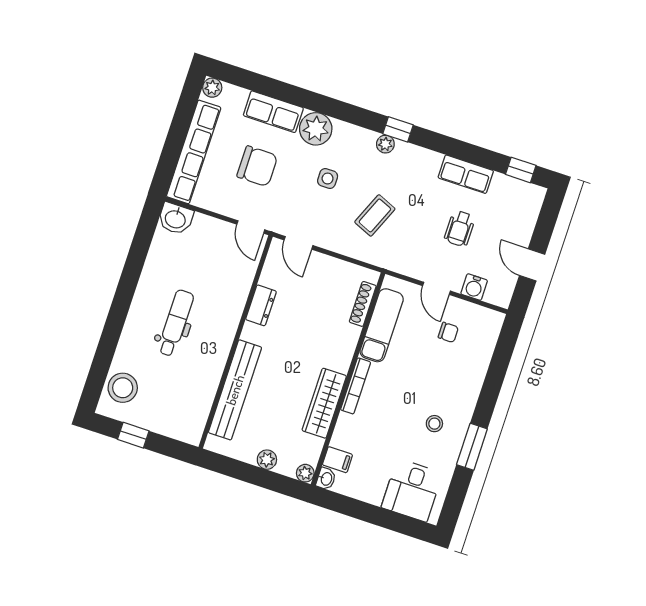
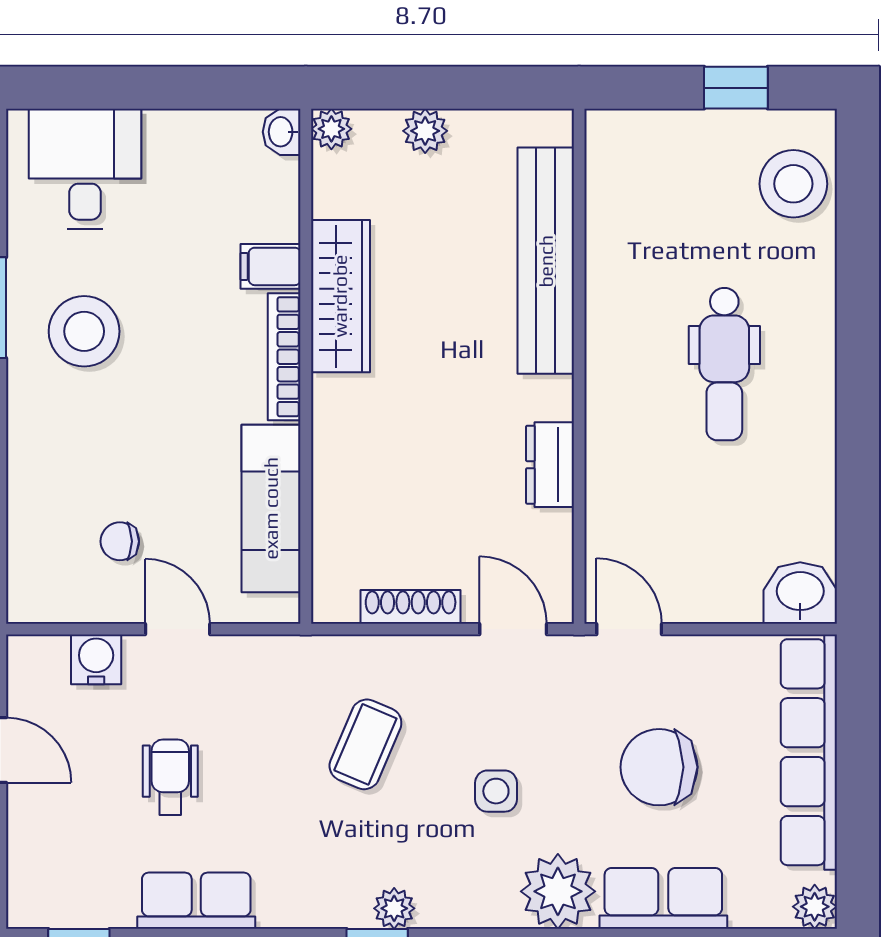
shoe rack: (363, 304) -> (411, 607), moved, turned -90
stool: (434, 424) -> (84, 331), width x1.89, depth x1.89
filing cabinet: (337, 460) -> (271, 266), moved

